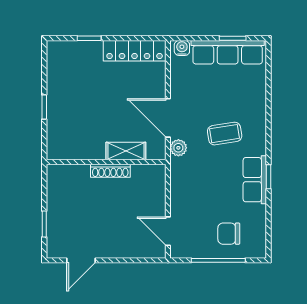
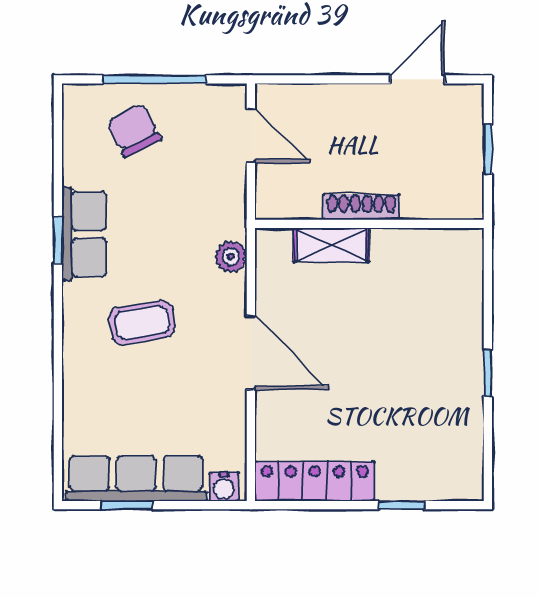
plant: (178, 148) -> (231, 257), moved
shelving: (126, 151) -> (331, 245), moved
wall: (106, 162) -> (369, 224), moved
shoe rack: (110, 171) -> (361, 207), moved
chair: (229, 234) -> (134, 131), turned -117

